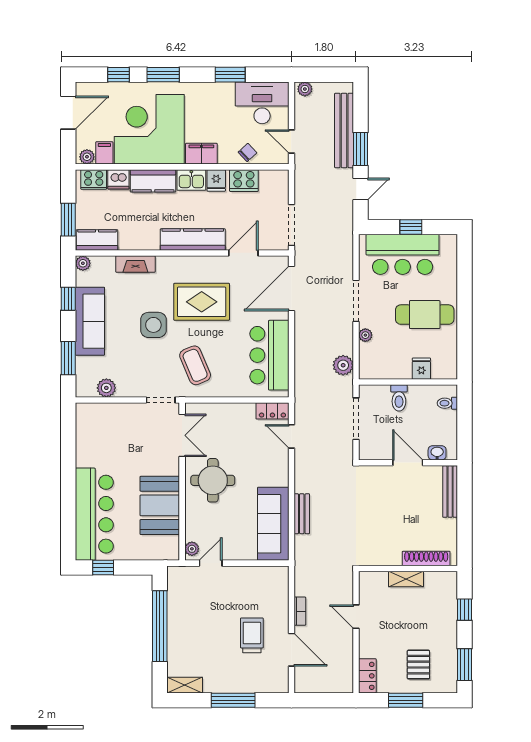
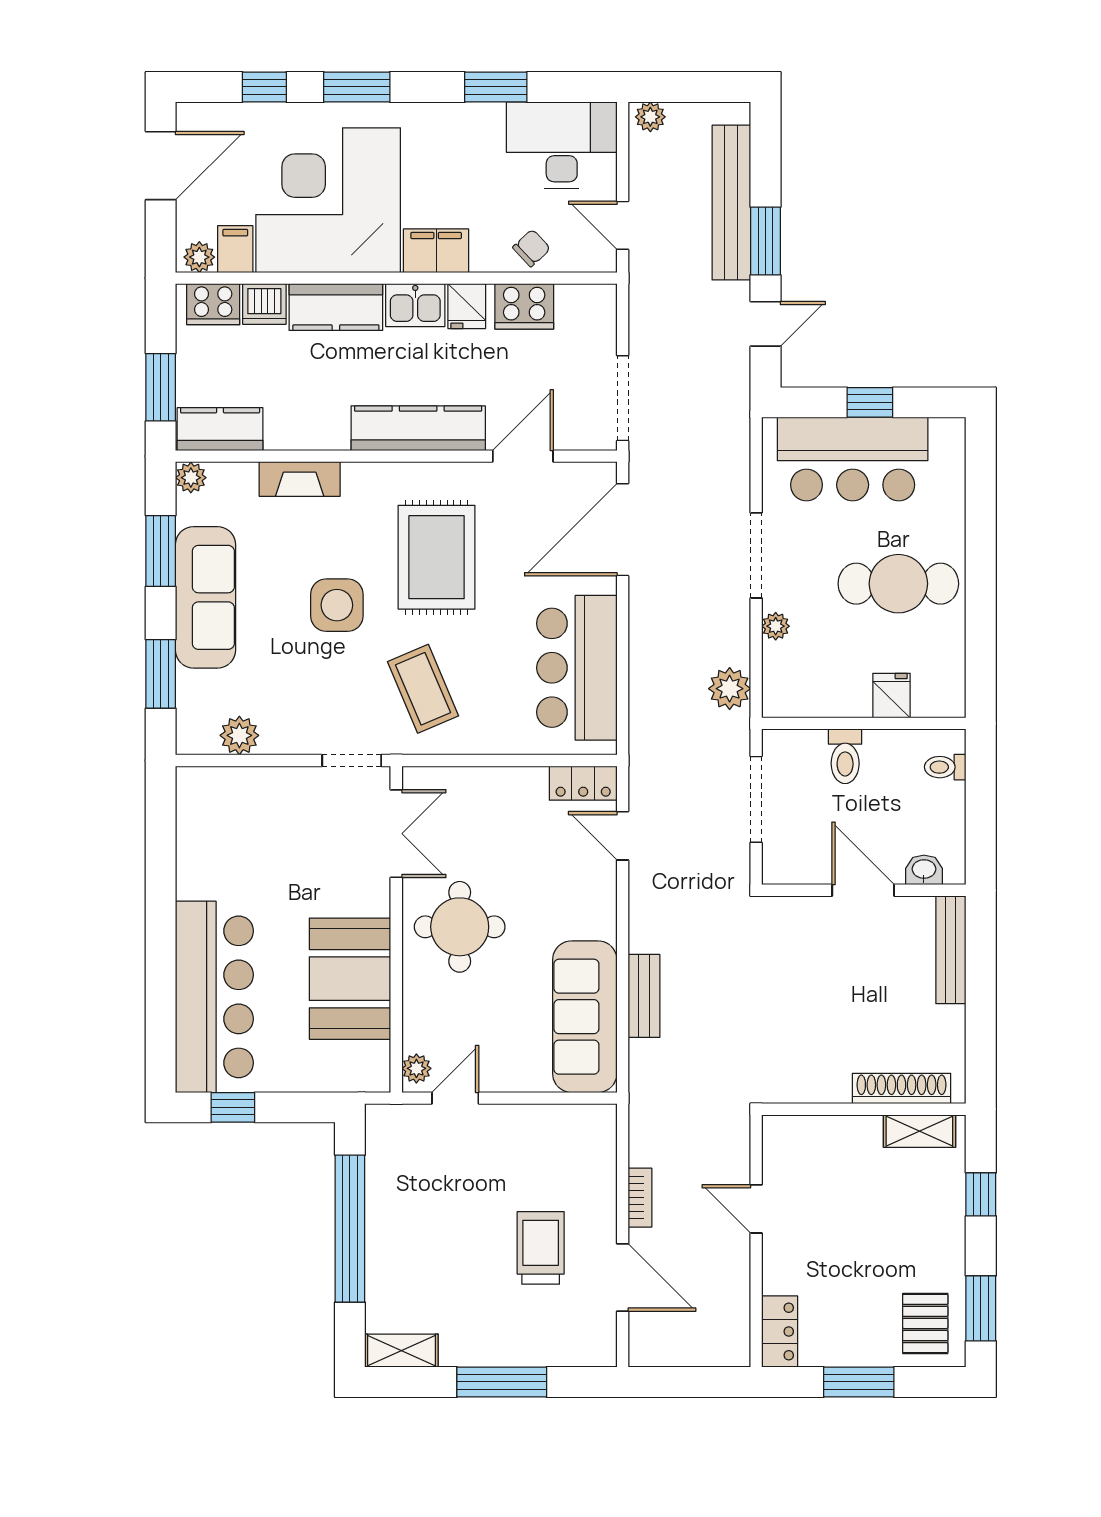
window: (68, 299) -> (161, 551), width x1.50
rug: (202, 302) -> (437, 557), turned 90
shelving: (406, 579) -> (919, 1131), moved
pallet: (418, 665) -> (925, 1323), moved

